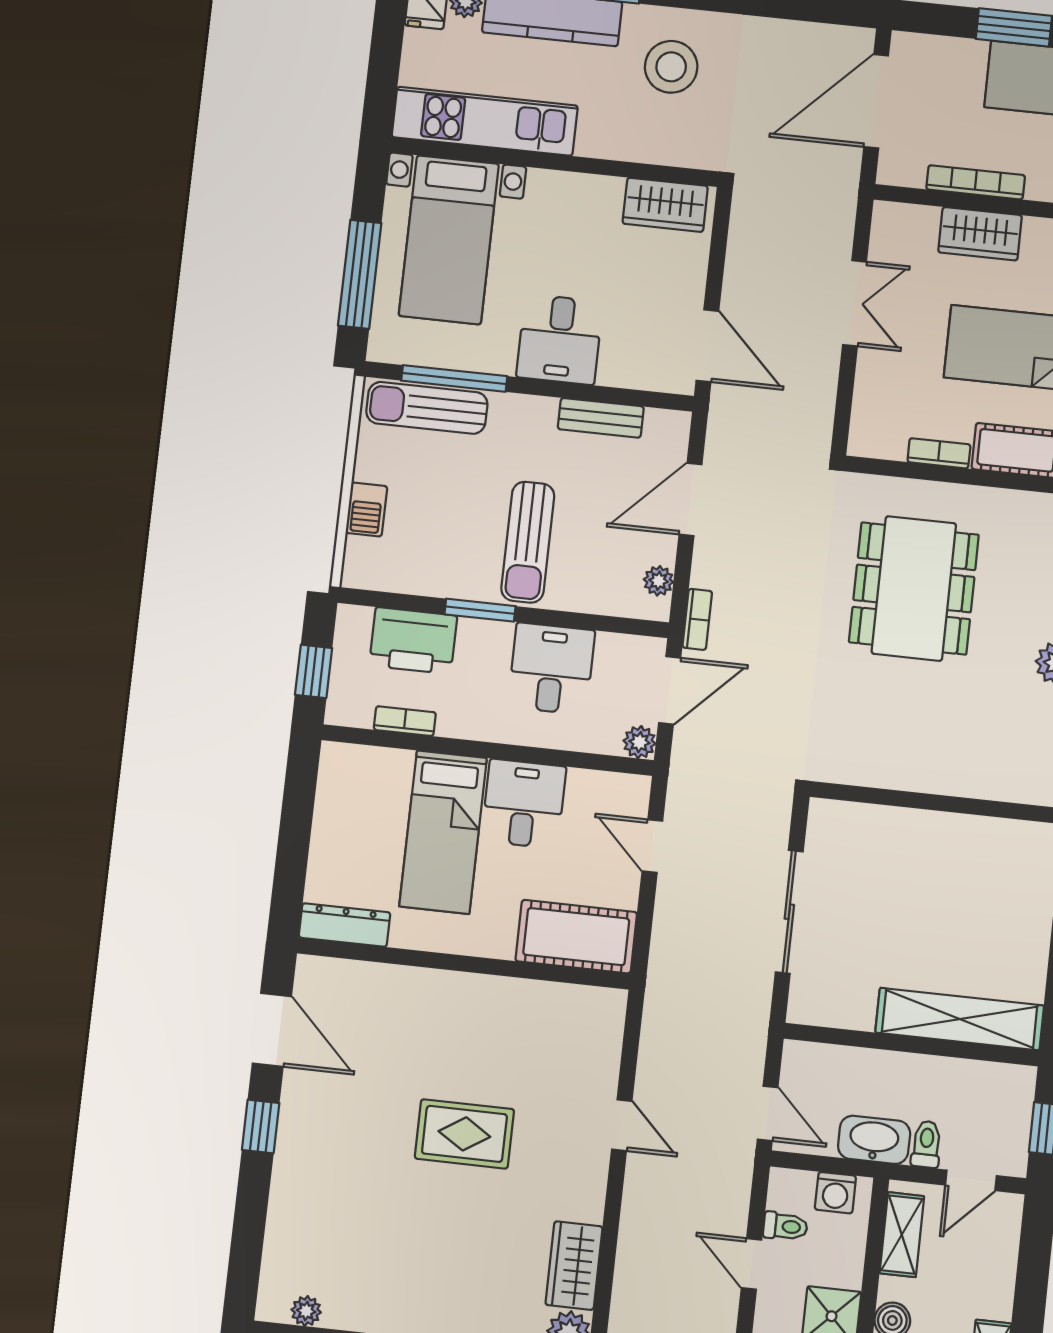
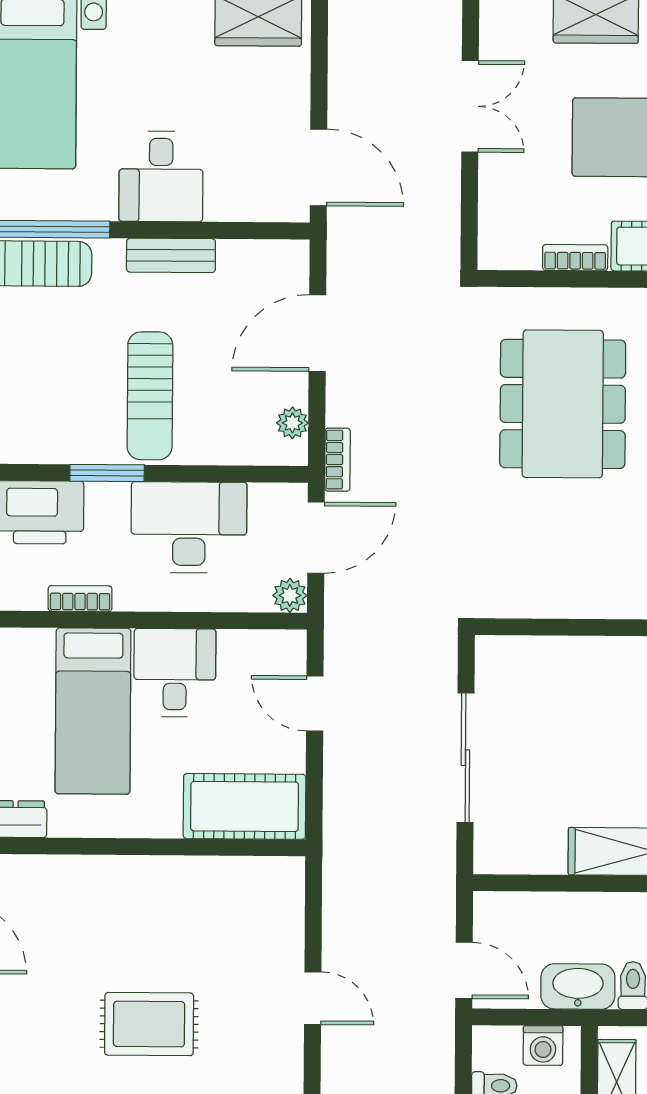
bench: (601, 418) -> (171, 255), moved
desk: (551, 669) -> (189, 527), width x1.37
bookcase: (405, 721) -> (80, 598), moved

